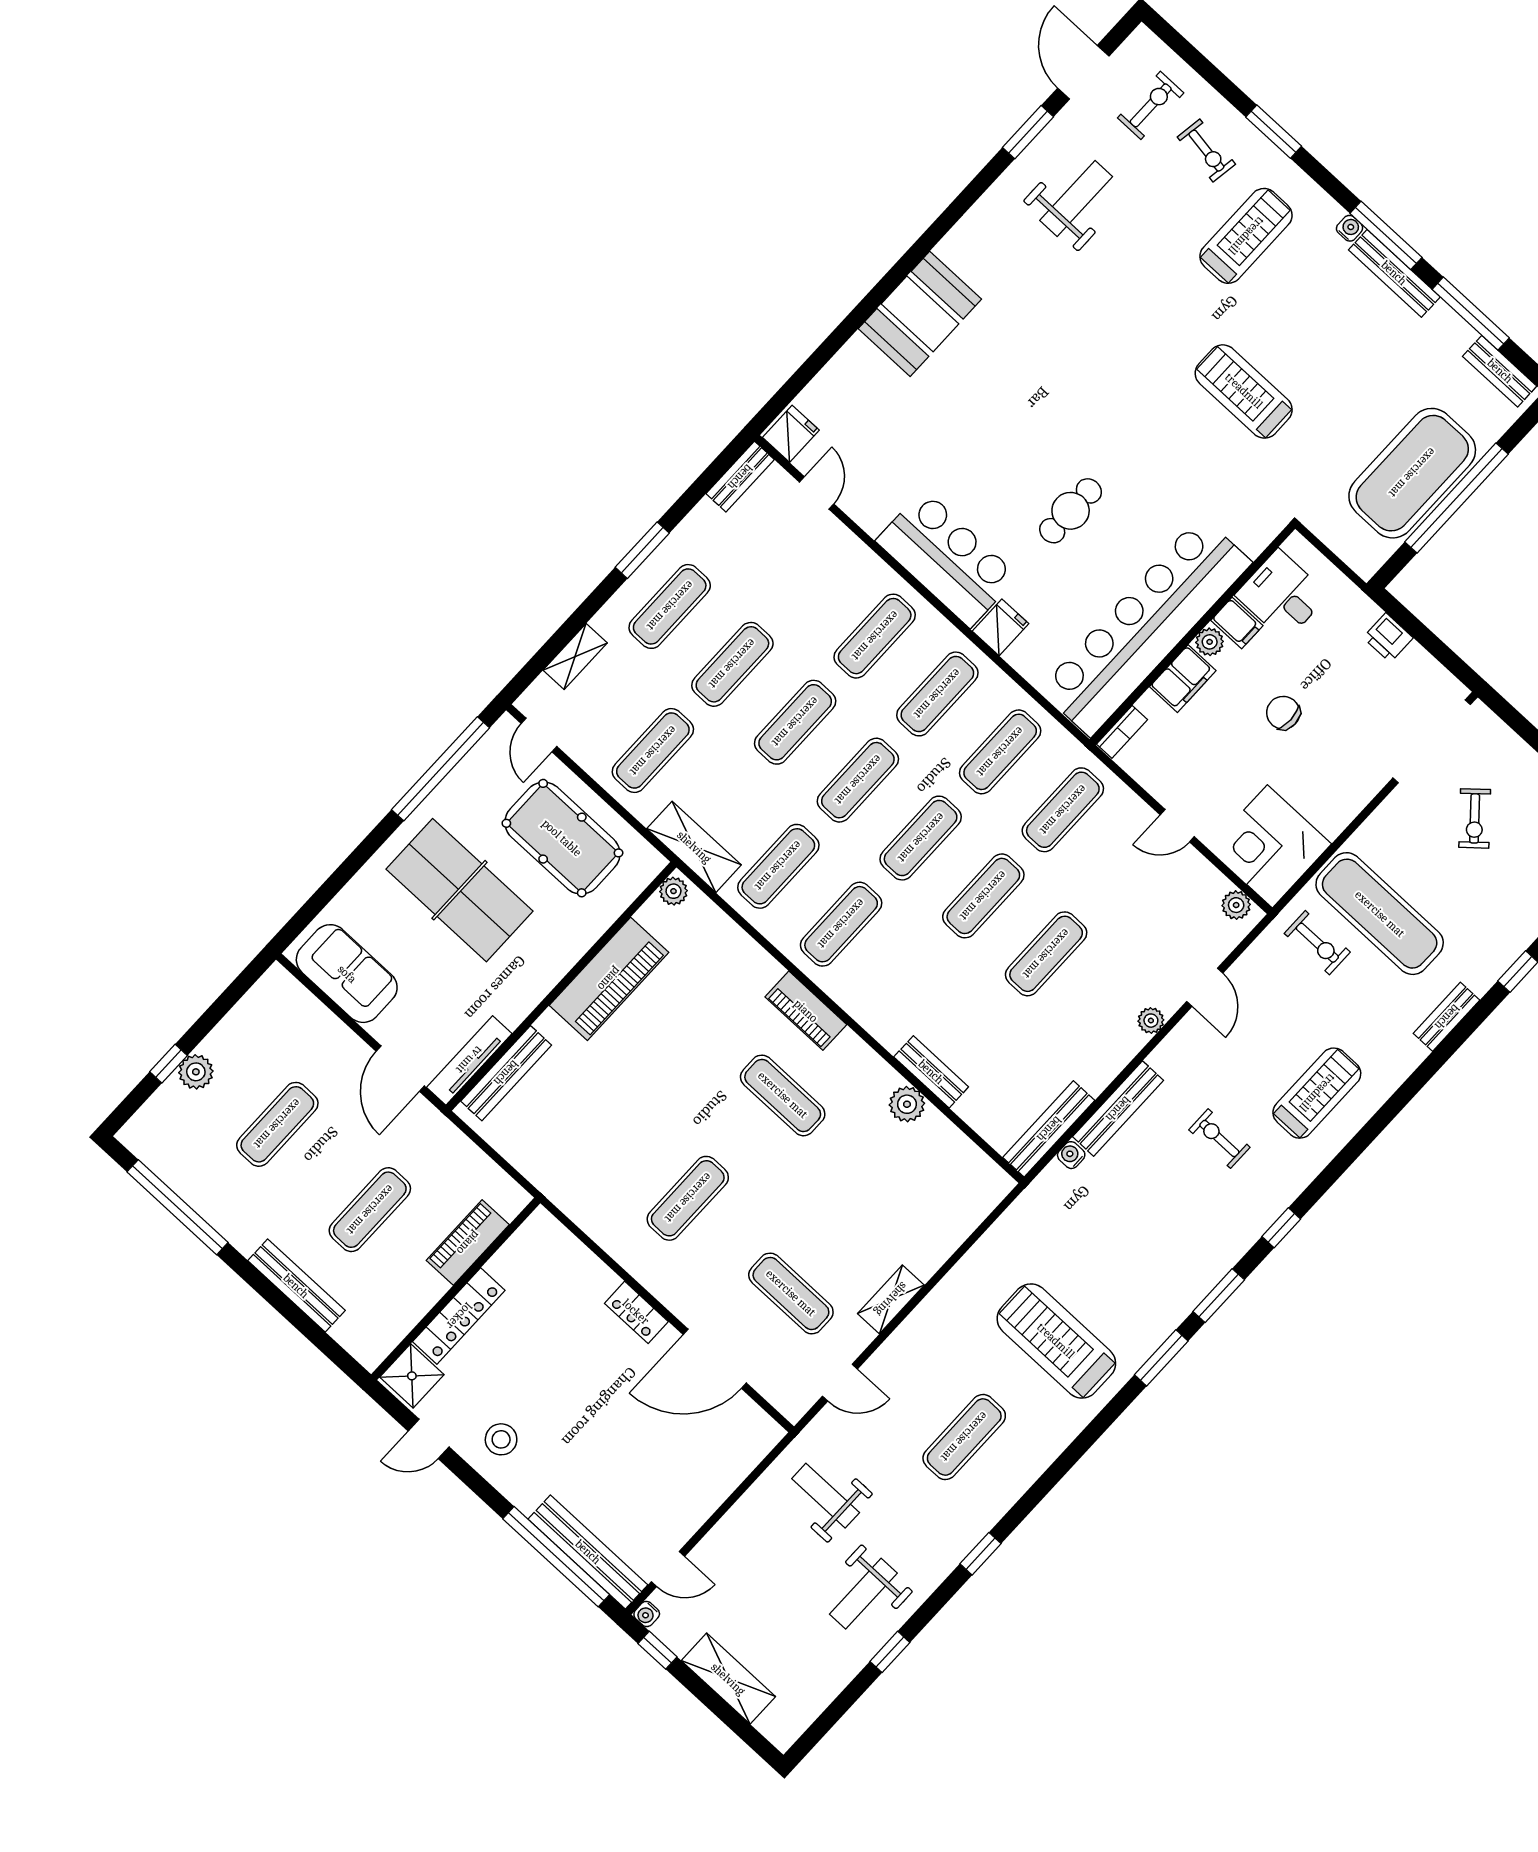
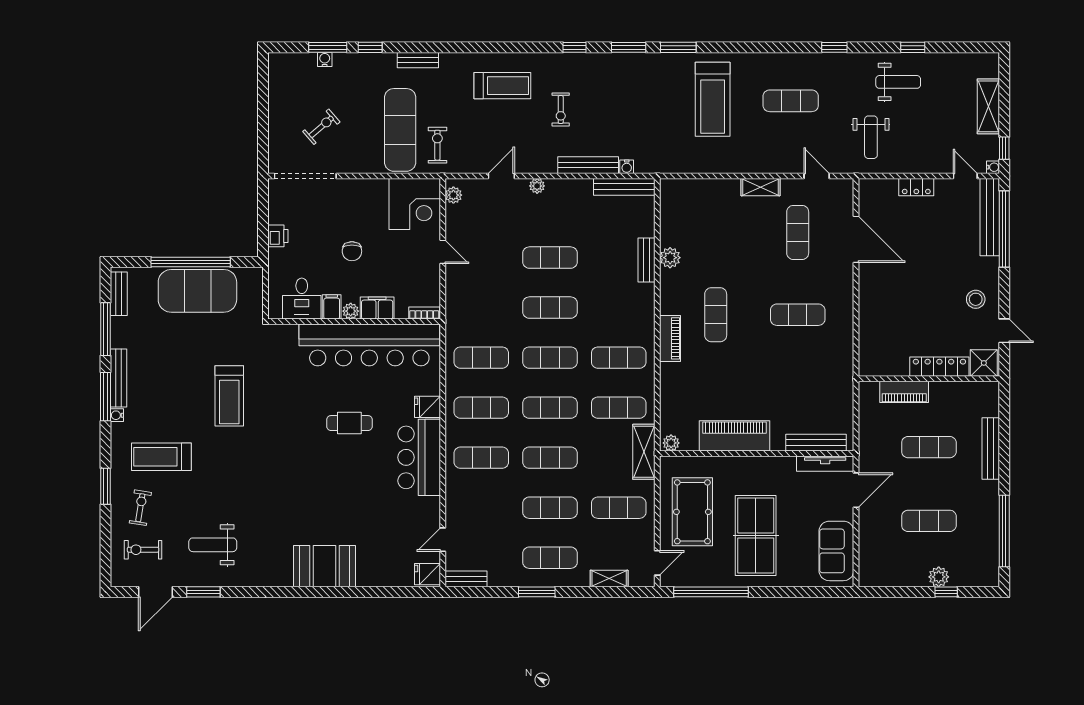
exercise mat: (1063, 810) -> (481, 308), removed
treadmill: (1317, 1093) -> (502, 86), turned 180
locker: (636, 1312) -> (916, 187), moved, turned 90

